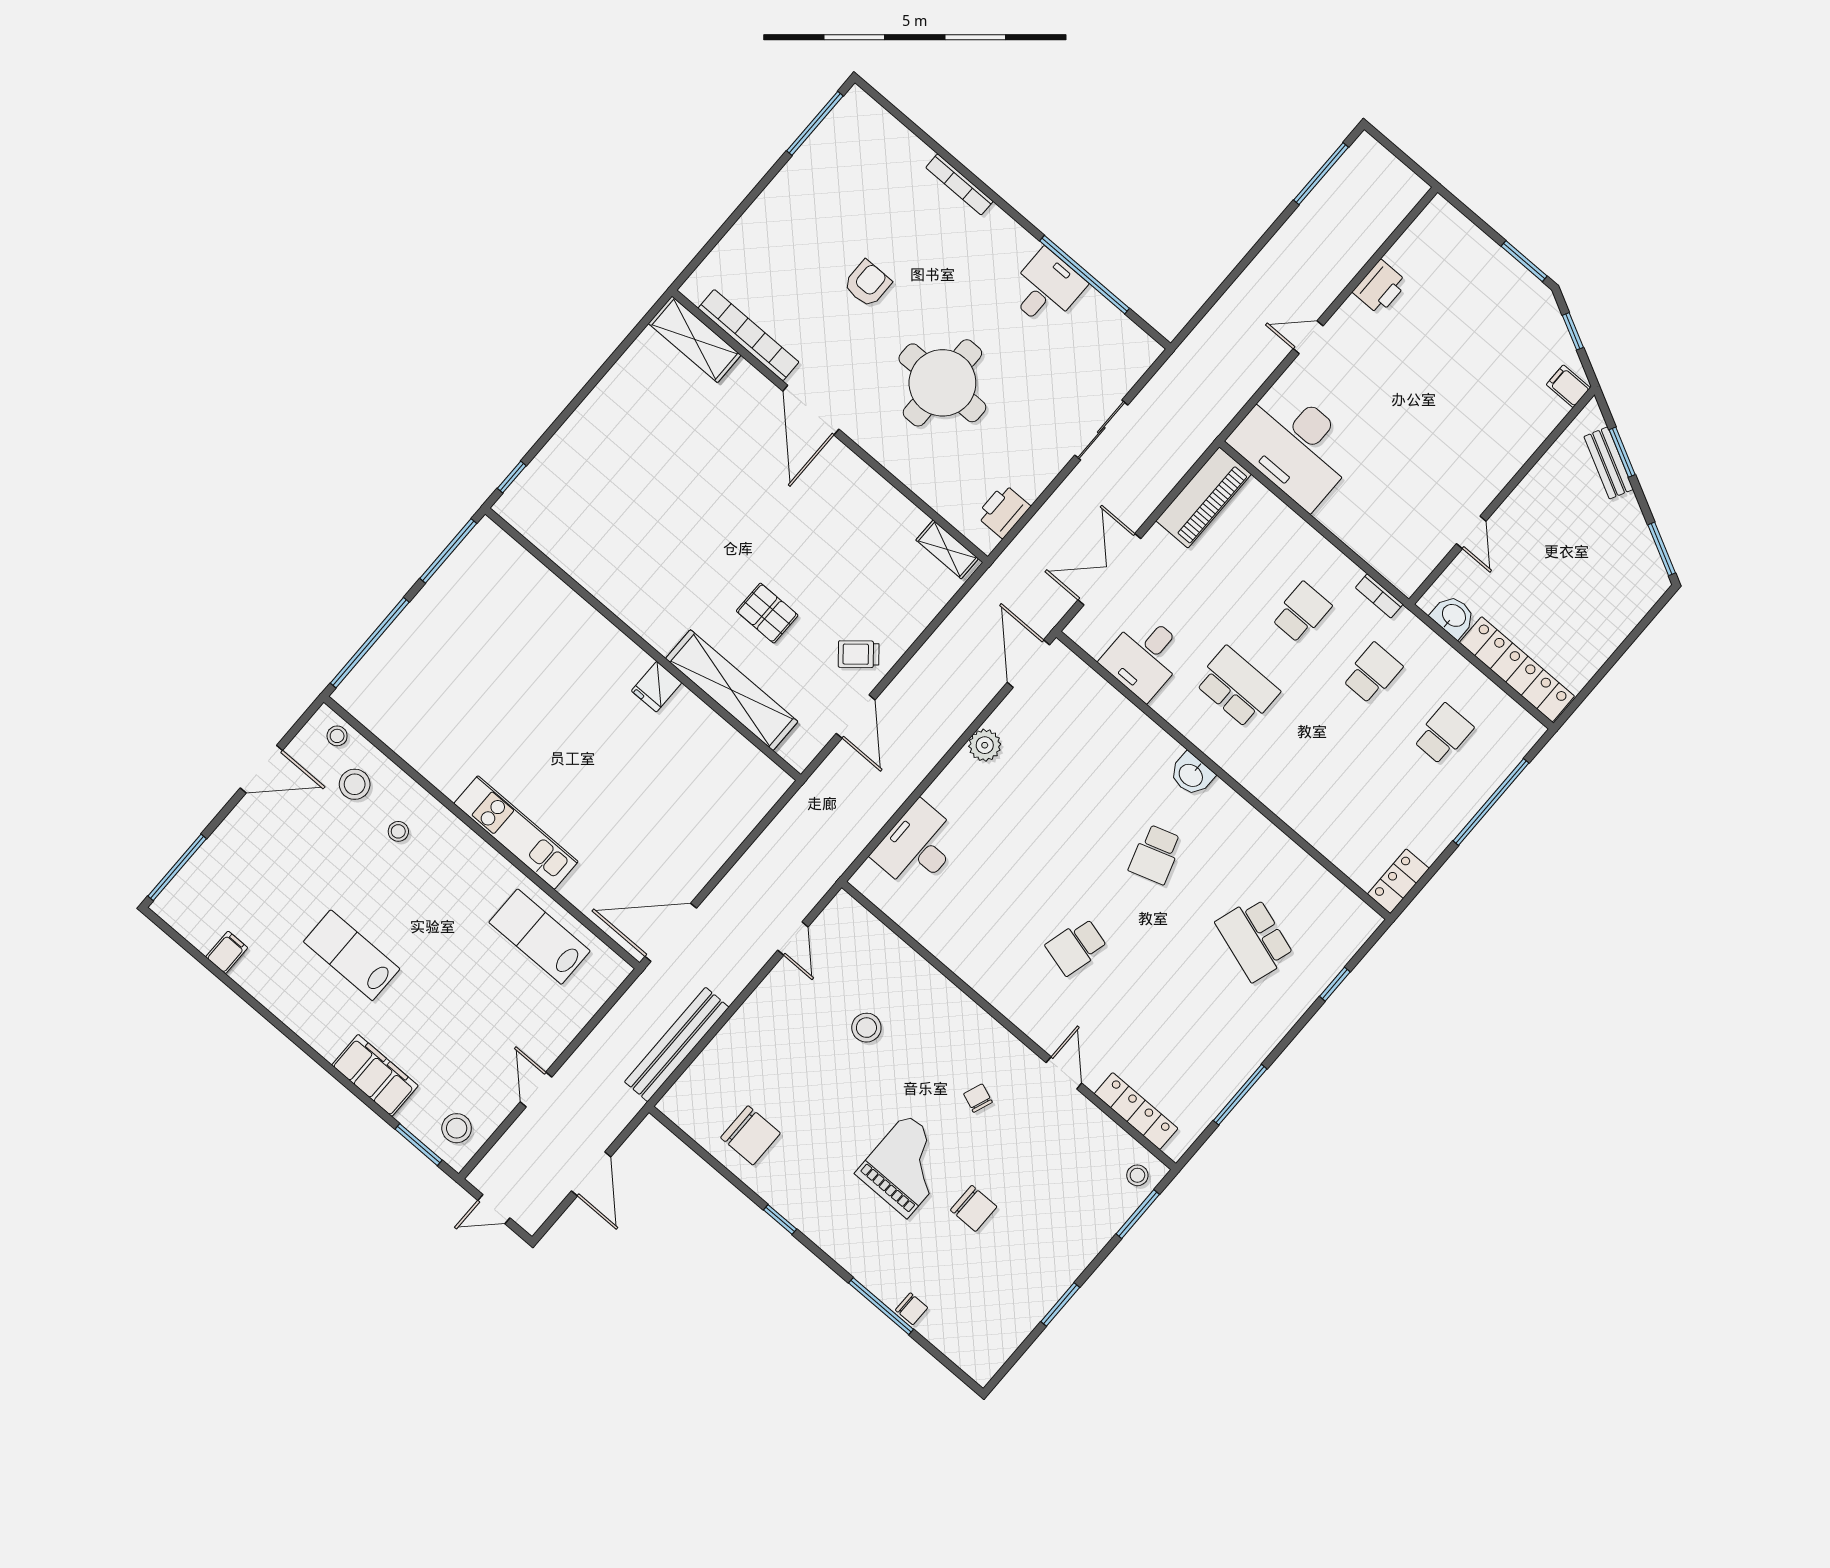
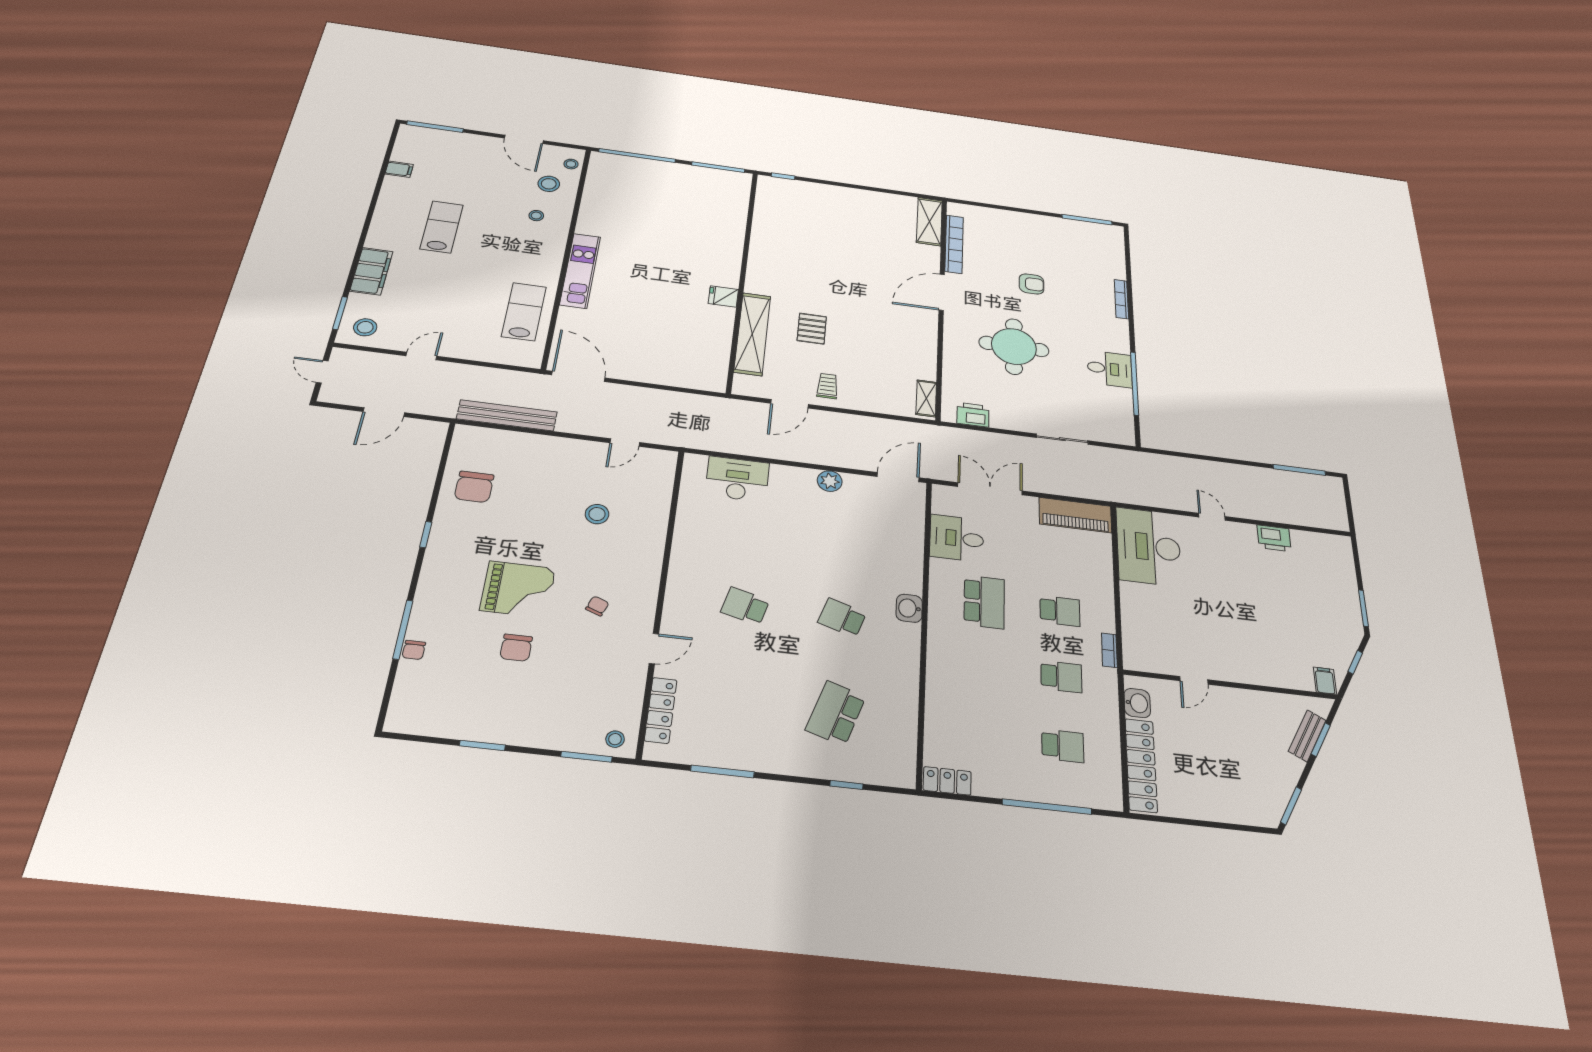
trolley: (859, 654) -> (827, 386), turned 40
school desk: (1155, 854) -> (842, 618), turned 36

